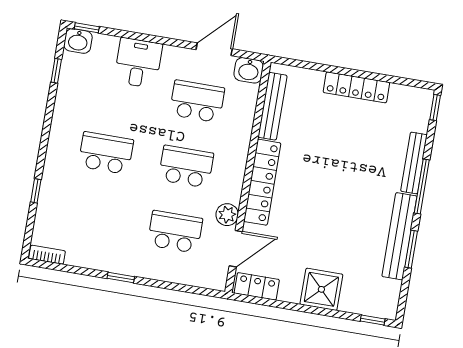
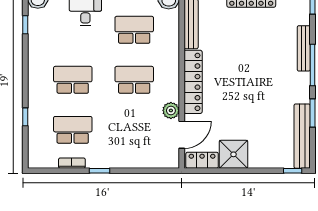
school desk: (175, 232) -> (73, 130), moved
bench: (399, 236) -> (302, 136), moved
bookcase: (47, 255) -> (72, 163), moved
shower: (321, 289) -> (233, 154), moved

